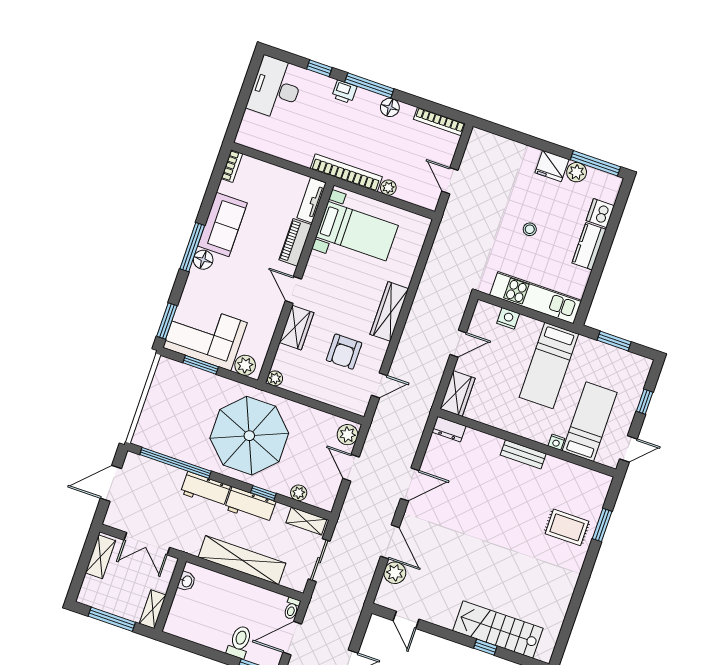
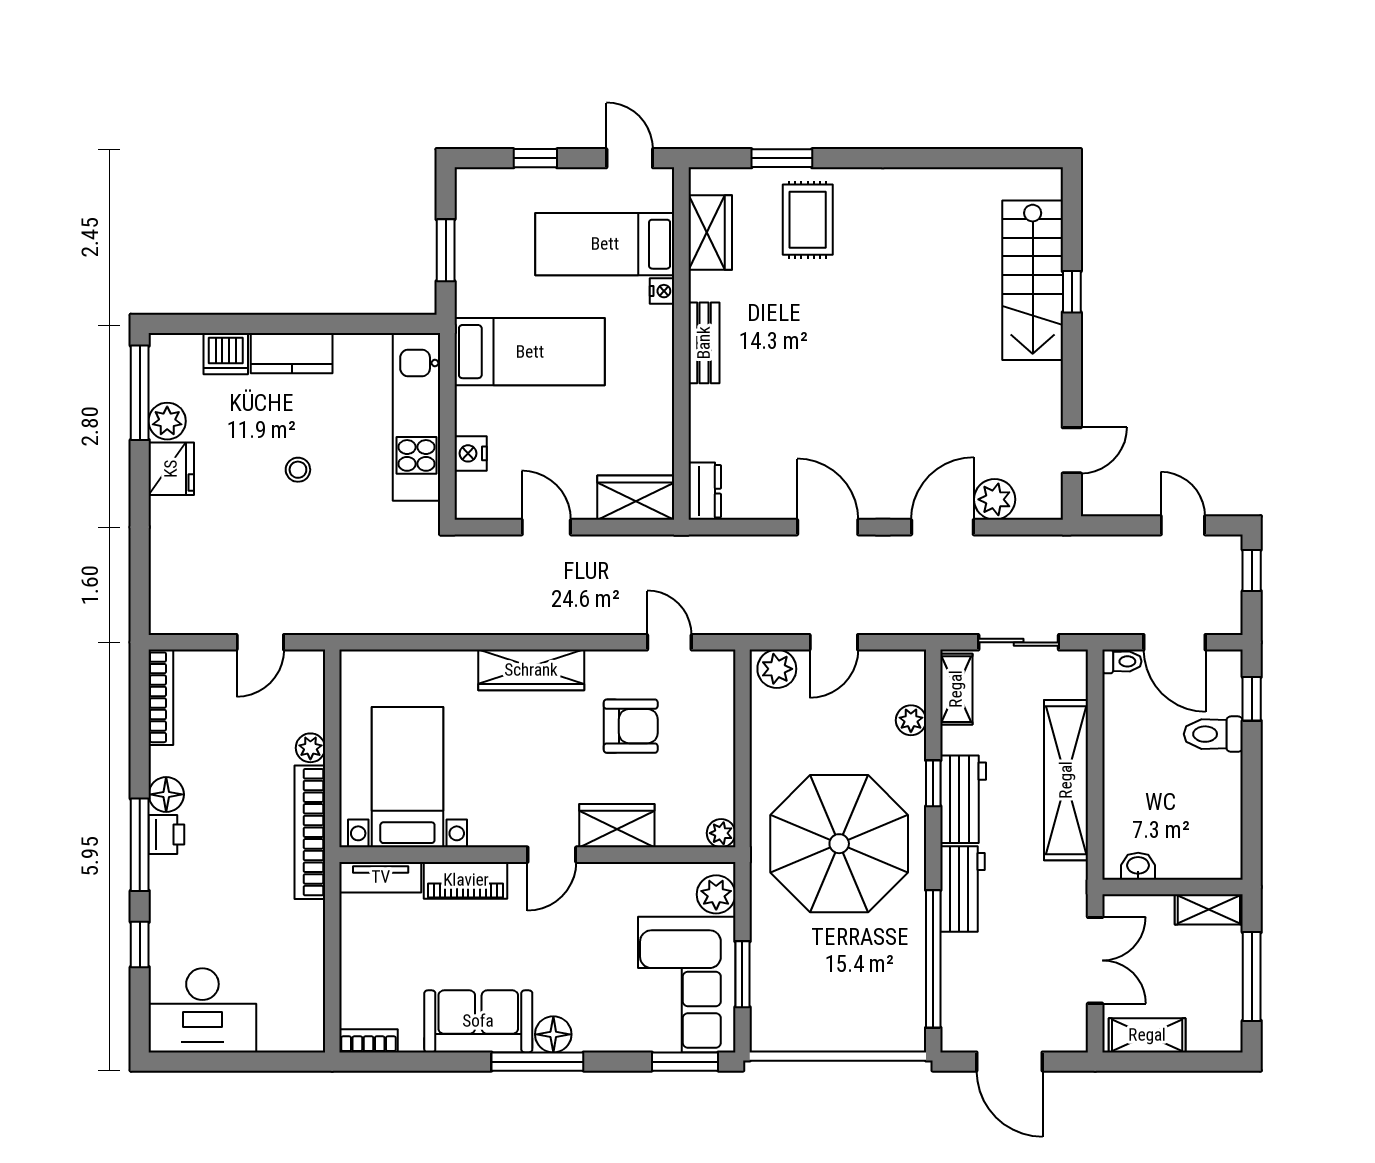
printer: (344, 92) -> (166, 835), moved
wardrobe: (577, 476) -> (710, 232), added

